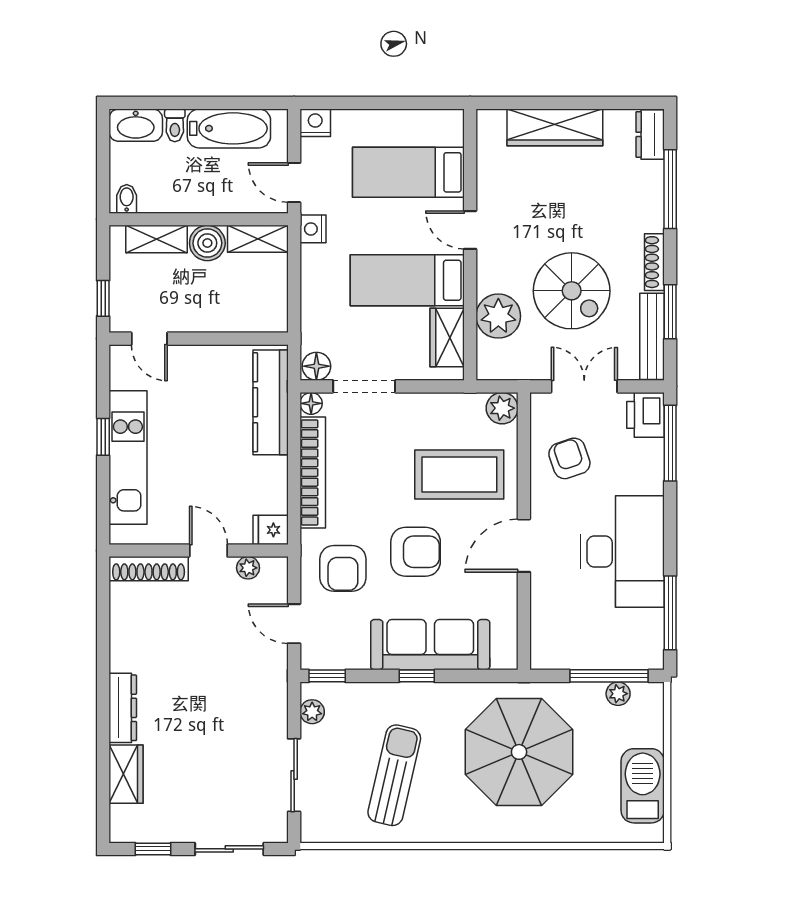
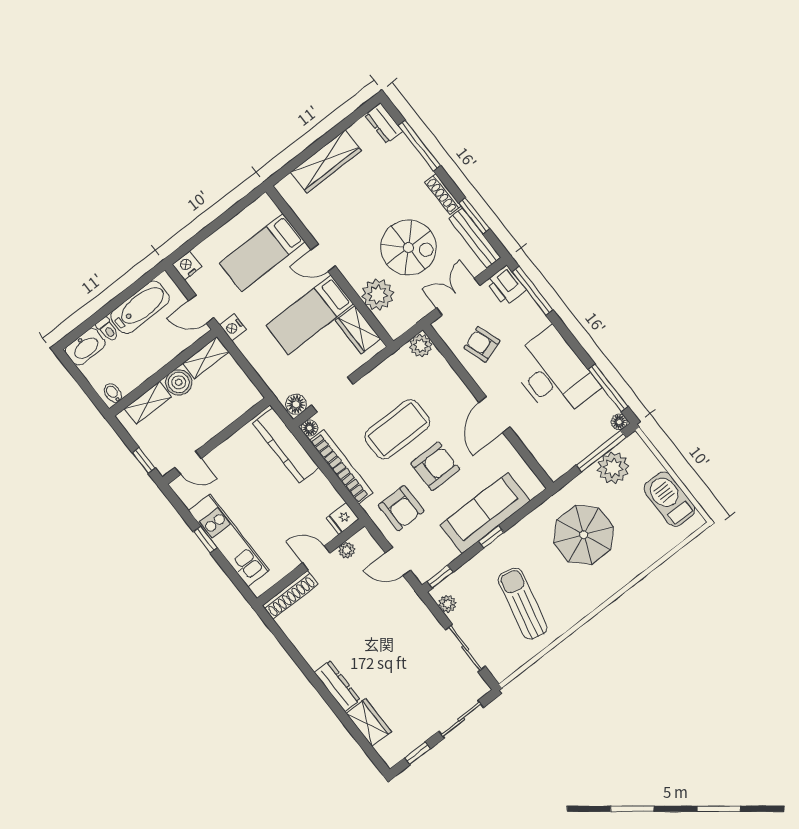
coffee table: (459, 475) -> (397, 429), moved
floor lamp: (653, 659) -> (619, 422), added
plant: (618, 694) -> (613, 468), width x1.88, depth x1.88
parasol: (519, 752) -> (584, 535), width x0.73, depth x0.73

